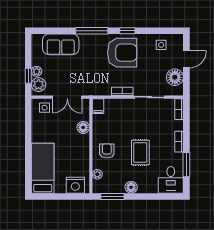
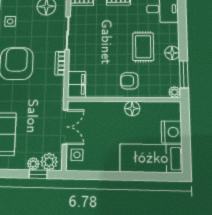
filing cabinet: (98, 106) -> (77, 84), width x2.00
floor lamp: (83, 127) -> (132, 109), moved
rug: (140, 152) -> (143, 47), moved, turned 90
plant: (97, 174) -> (175, 92), moved
nightstand: (75, 185) -> (172, 132), moved

